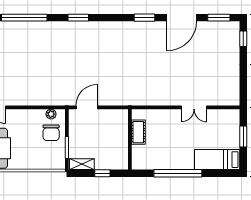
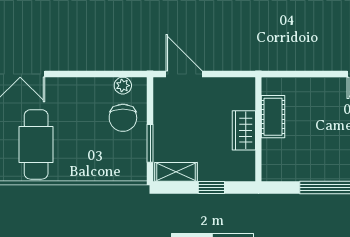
door: (87, 107) -> (184, 74), hinge flipped
wardrobe: (121, 140) -> (244, 130), added

